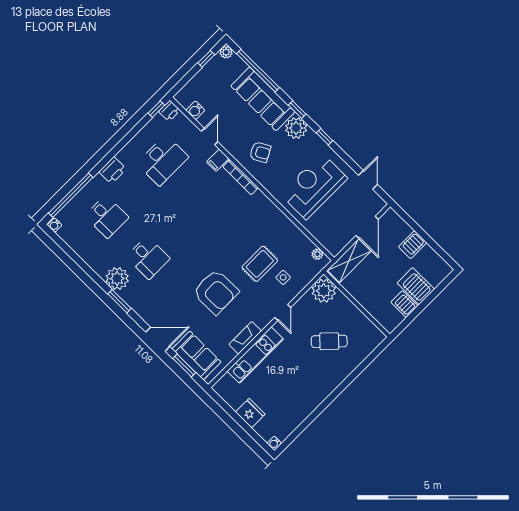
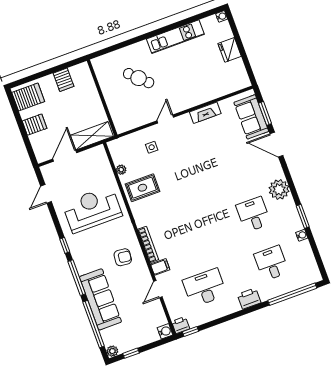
water cooler: (195, 110) -> (165, 331), moved
window: (297, 110) -> (77, 278), width x2.17
plant: (296, 128) -> (85, 263), removed
armchair: (260, 152) -> (123, 257), turned 124
reception desk: (314, 186) -> (92, 209), turned 180
water cooler: (55, 225) -> (302, 235), moved
plant: (317, 254) -> (121, 170), moved
rug: (260, 264) -> (142, 188), moved
plant: (117, 278) -> (279, 189), moved
server rack: (416, 286) -> (28, 97), moved, turned -90
plant: (324, 291) -> (124, 121), removed
armchair: (216, 292) -> (212, 161), removed
window: (119, 301) -> (303, 216), moved
kitchen unit: (255, 355) -> (175, 37), moved, turned 180

